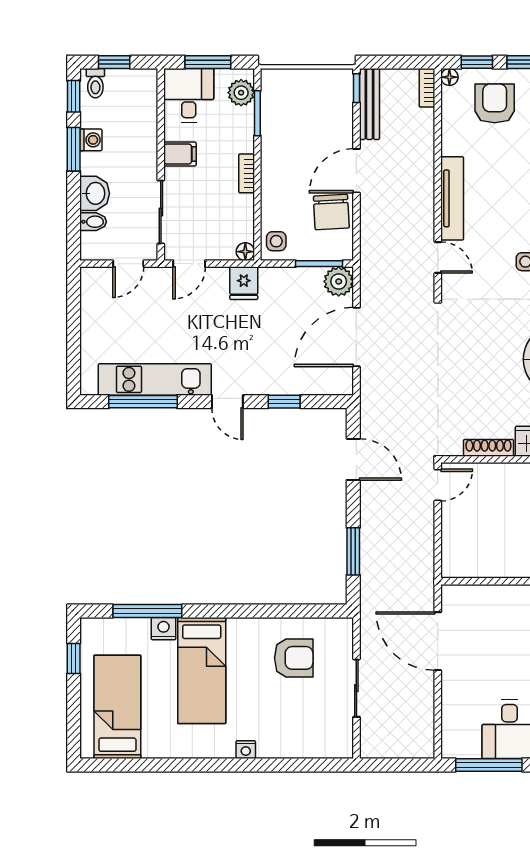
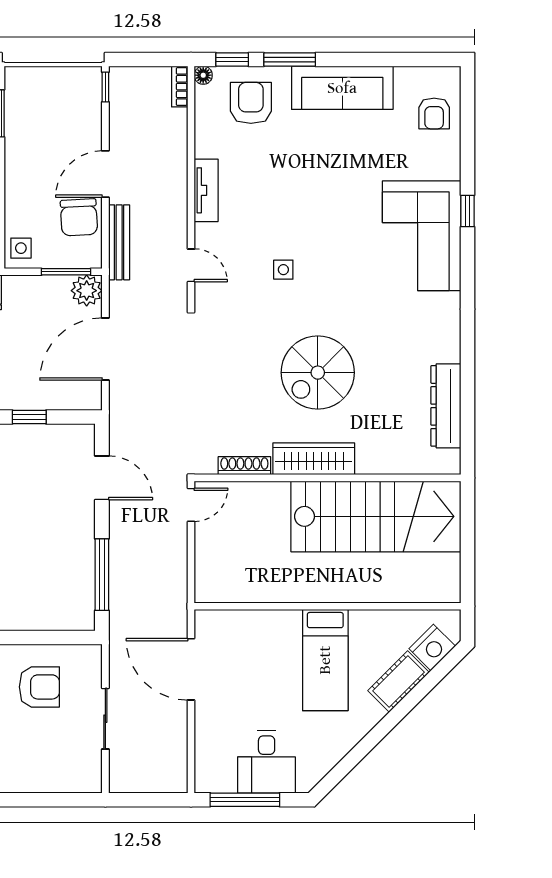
bench: (369, 104) -> (119, 242), moved
tv unit: (452, 198) -> (206, 190), width x0.71
window: (353, 551) -> (102, 575), width x1.44

